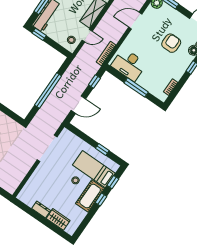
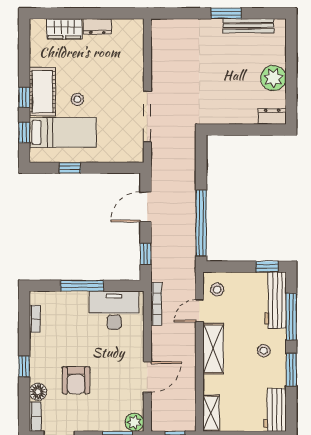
window: (48, 90) -> (201, 223), moved

